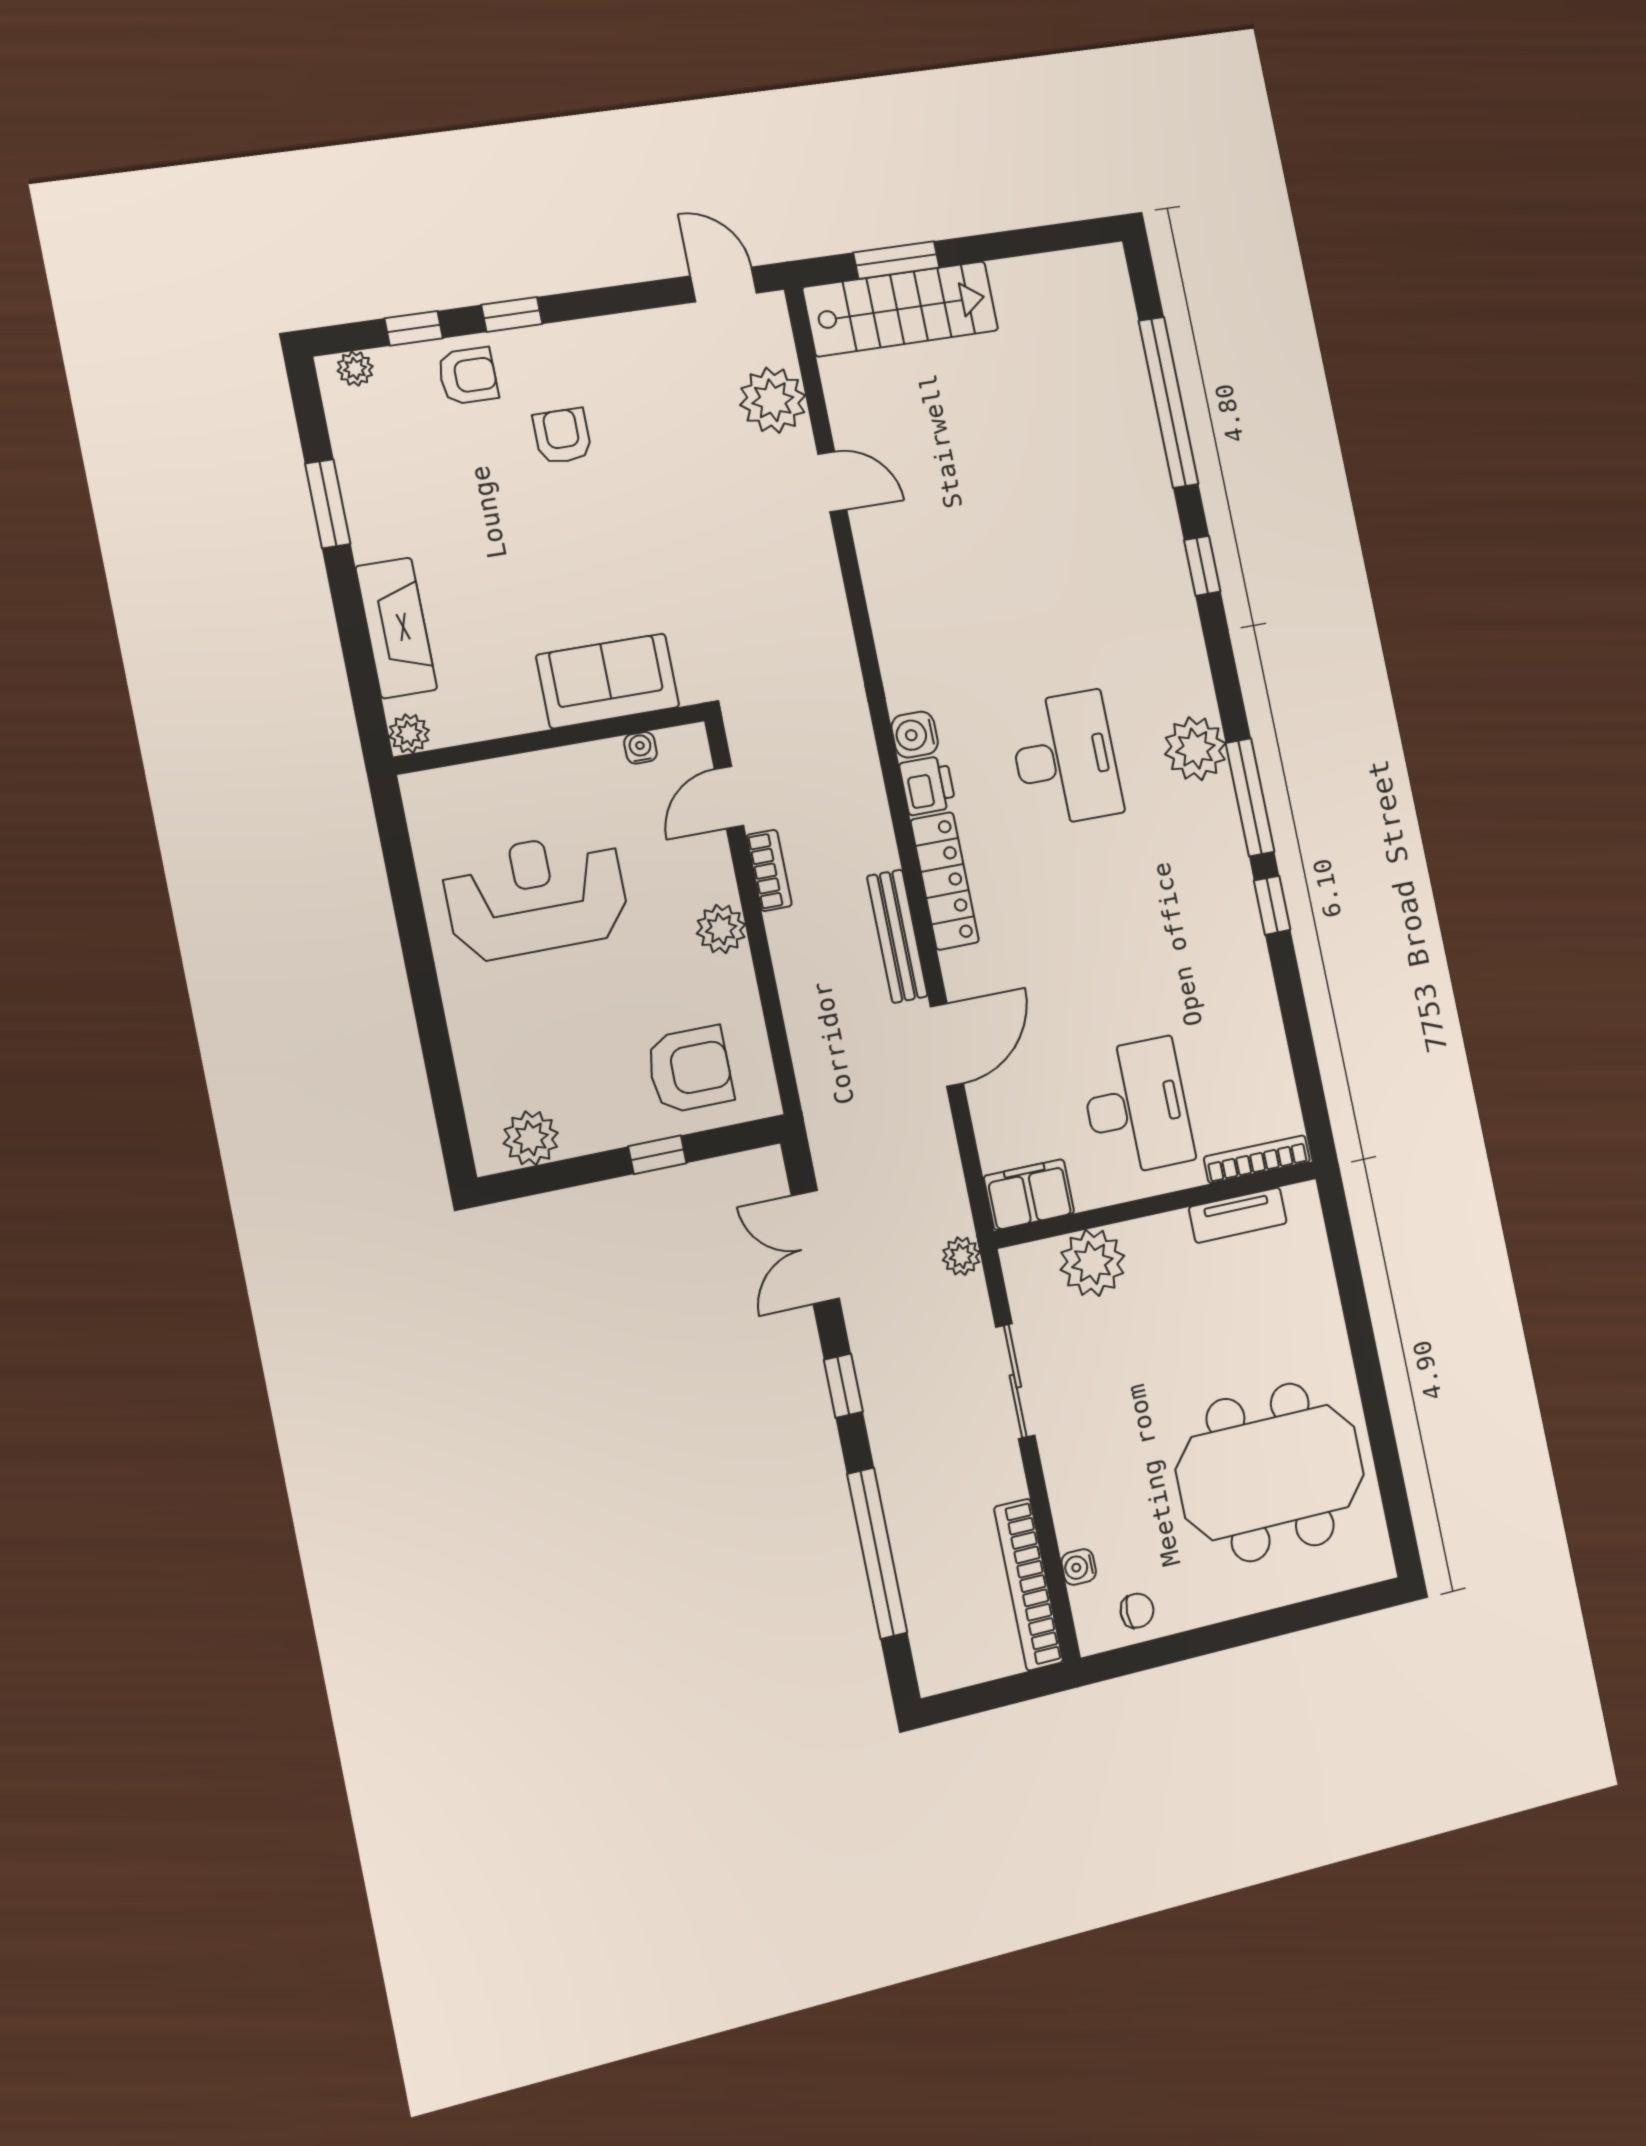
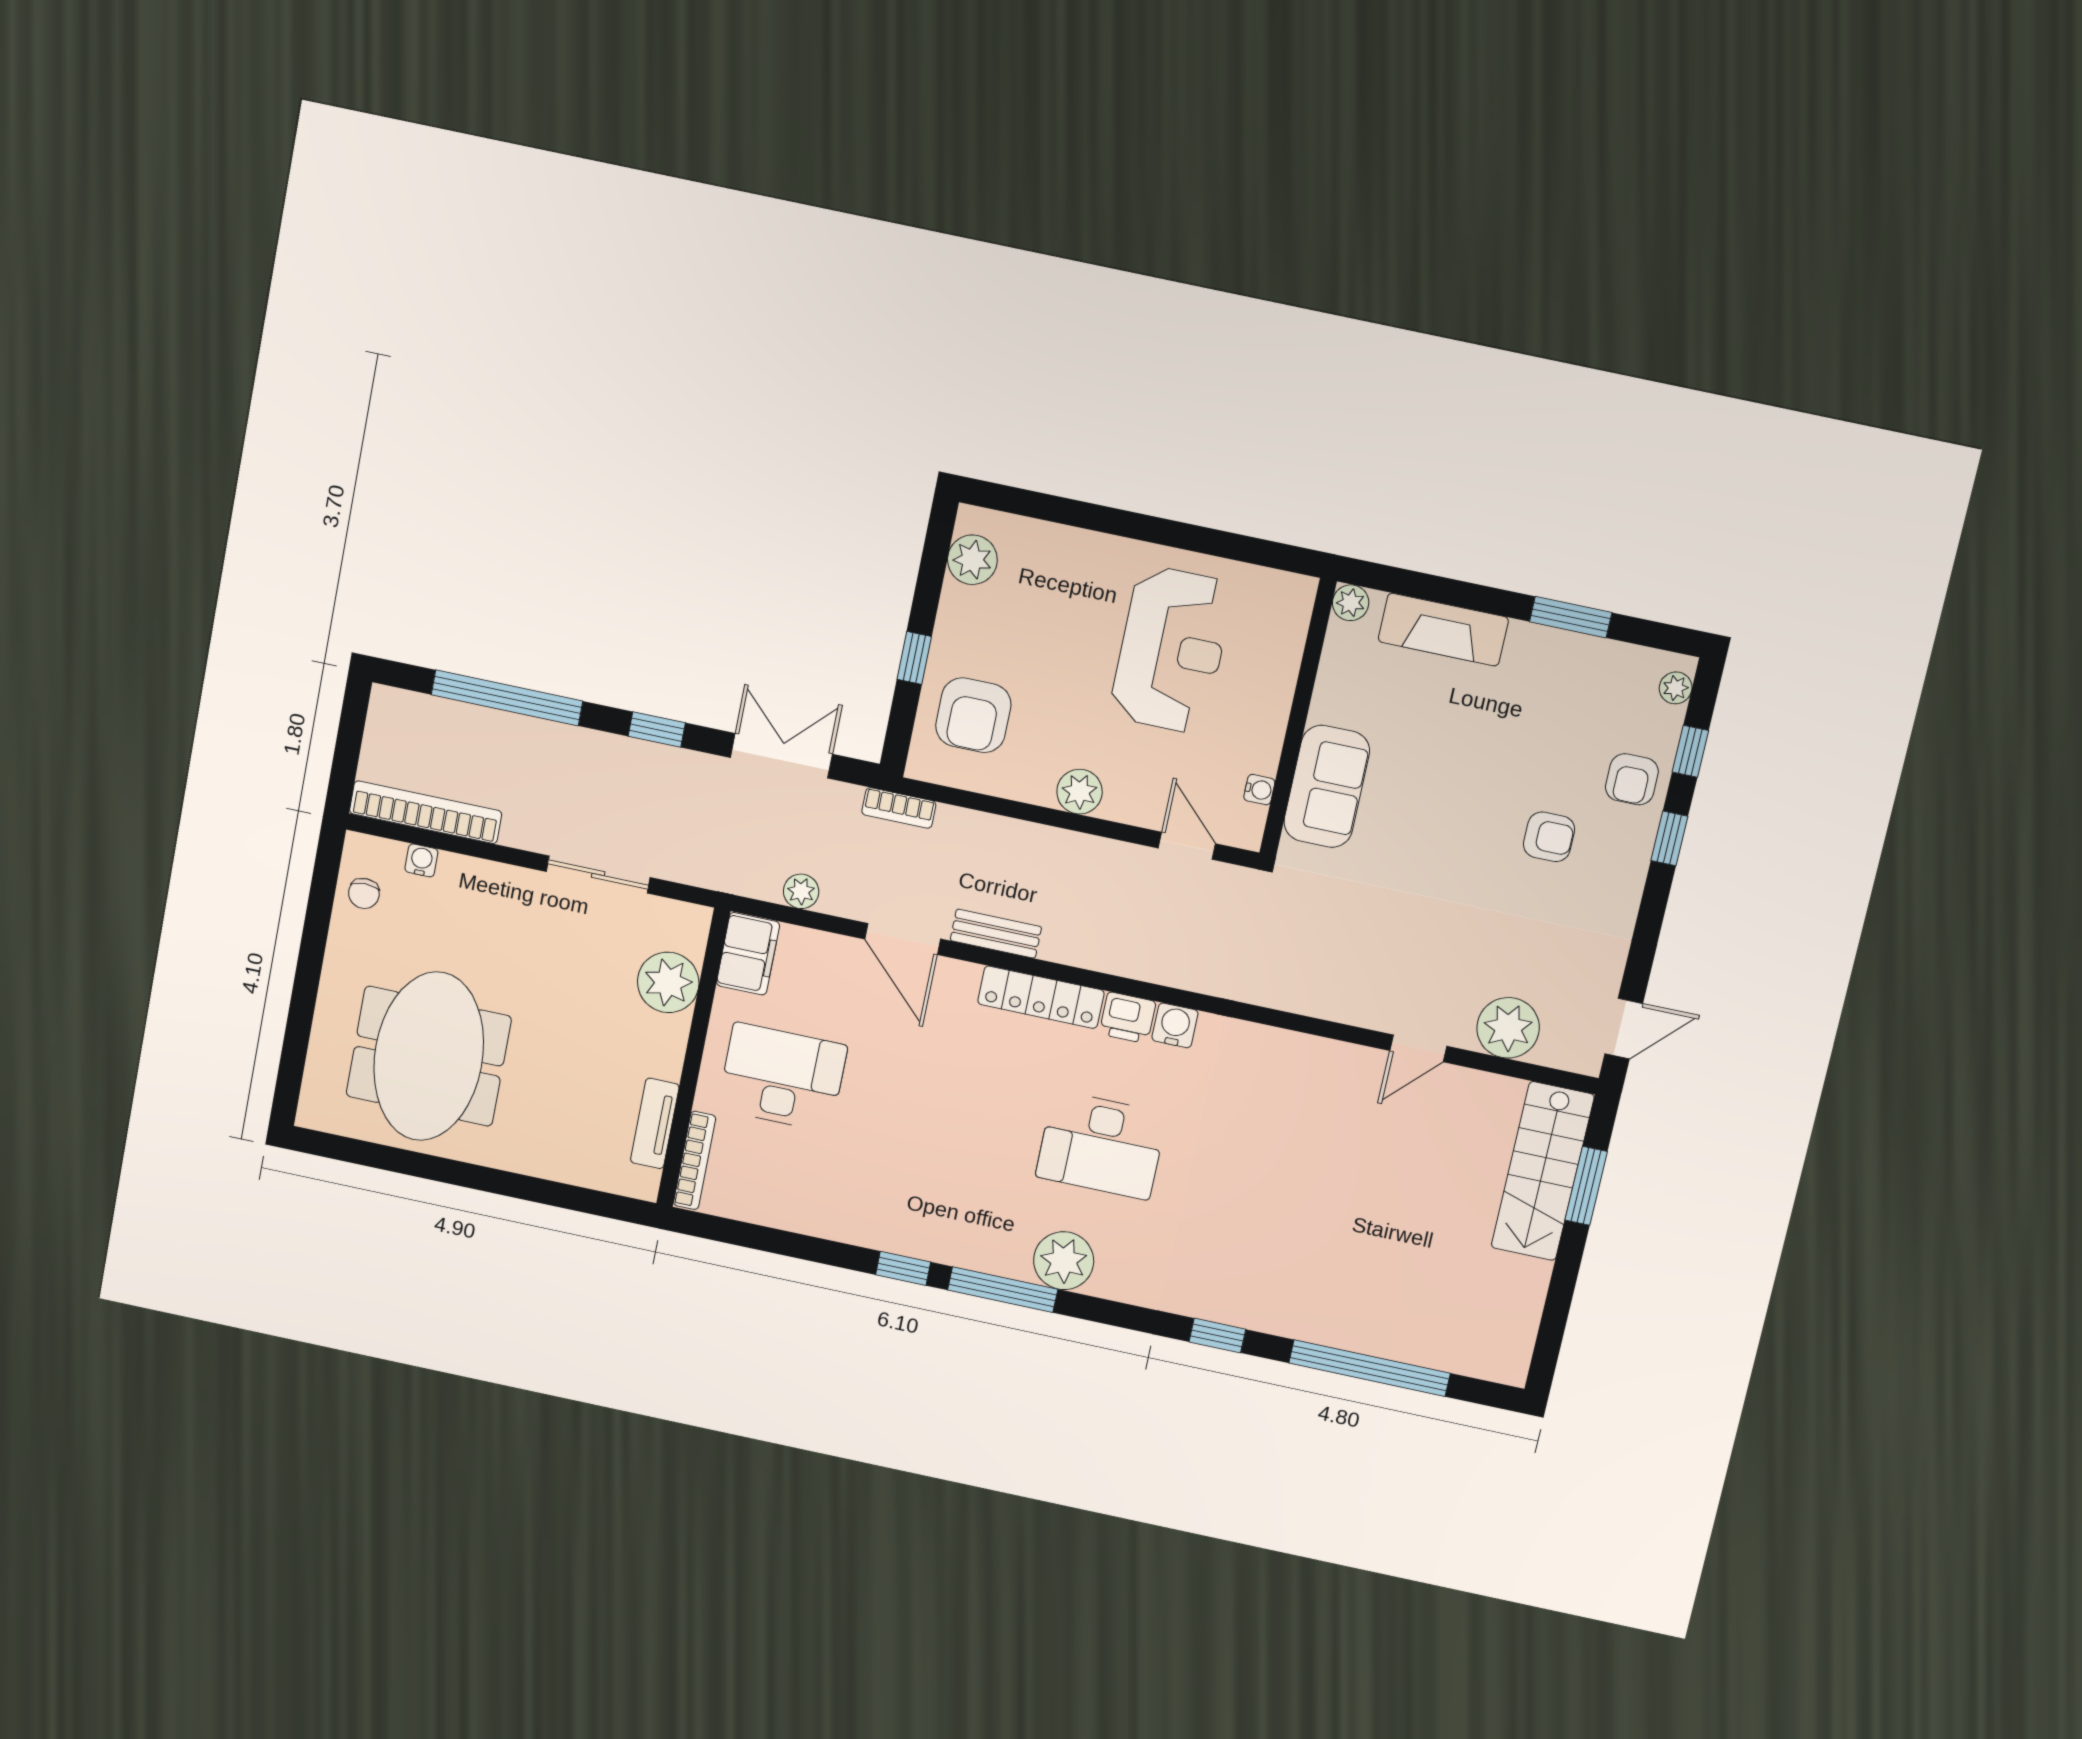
bookcase: (769, 870) -> (899, 808), moved
bench: (897, 936) -> (996, 934), width x0.73
desk: (1137, 1107) -> (782, 1077), turned 180
plant: (961, 1256) -> (801, 891), moved

